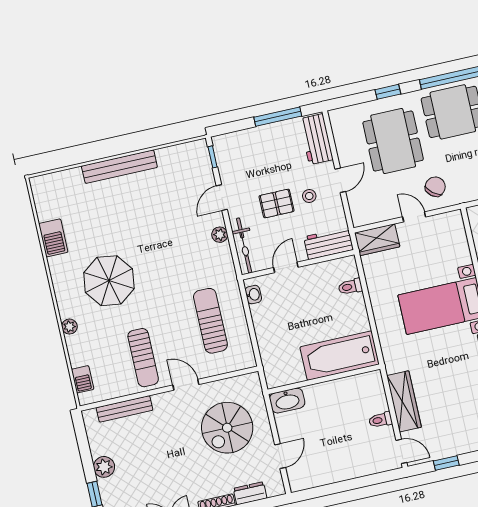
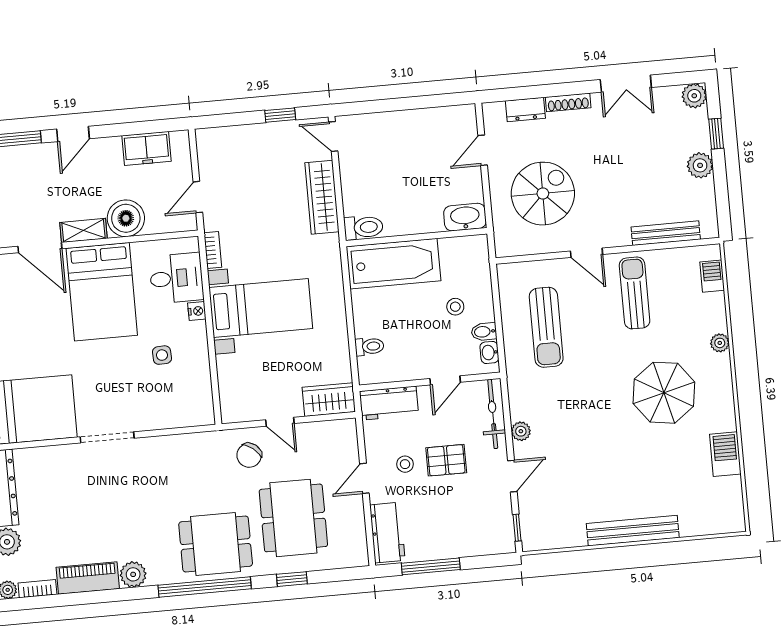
bidet: (260, 311) -> (484, 332), added
stool: (286, 328) -> (455, 307), added
toilet: (381, 420) -> (364, 227), moved, width x1.37, depth x1.39

